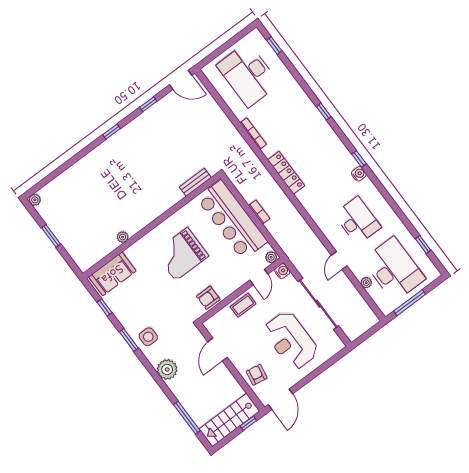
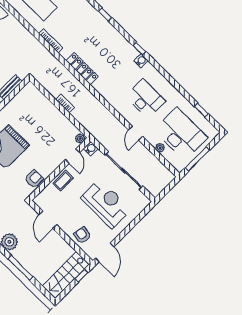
bar counter: (232, 220) -> (44, 113), removed
armchair: (208, 298) -> (34, 179), turned 180
reception desk: (291, 340) -> (106, 204), turned 180
window: (187, 418) -> (20, 268), moved

